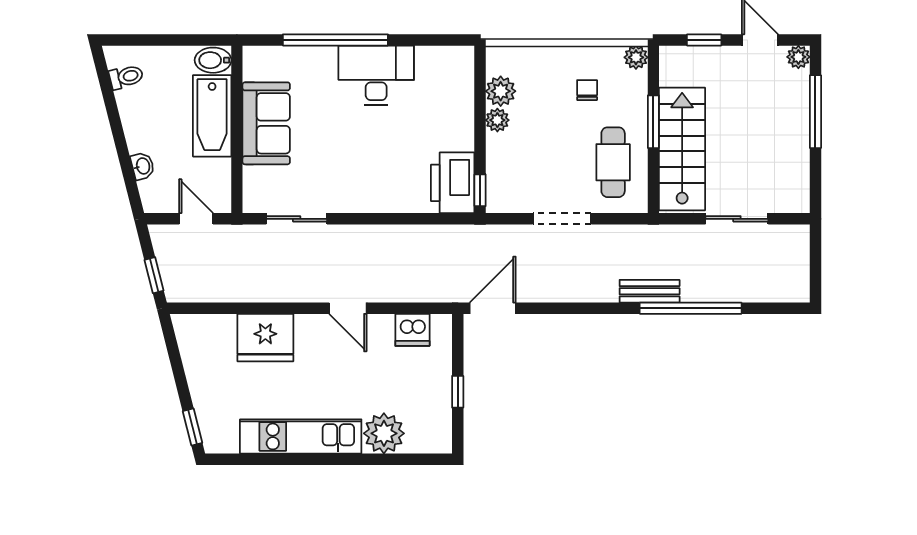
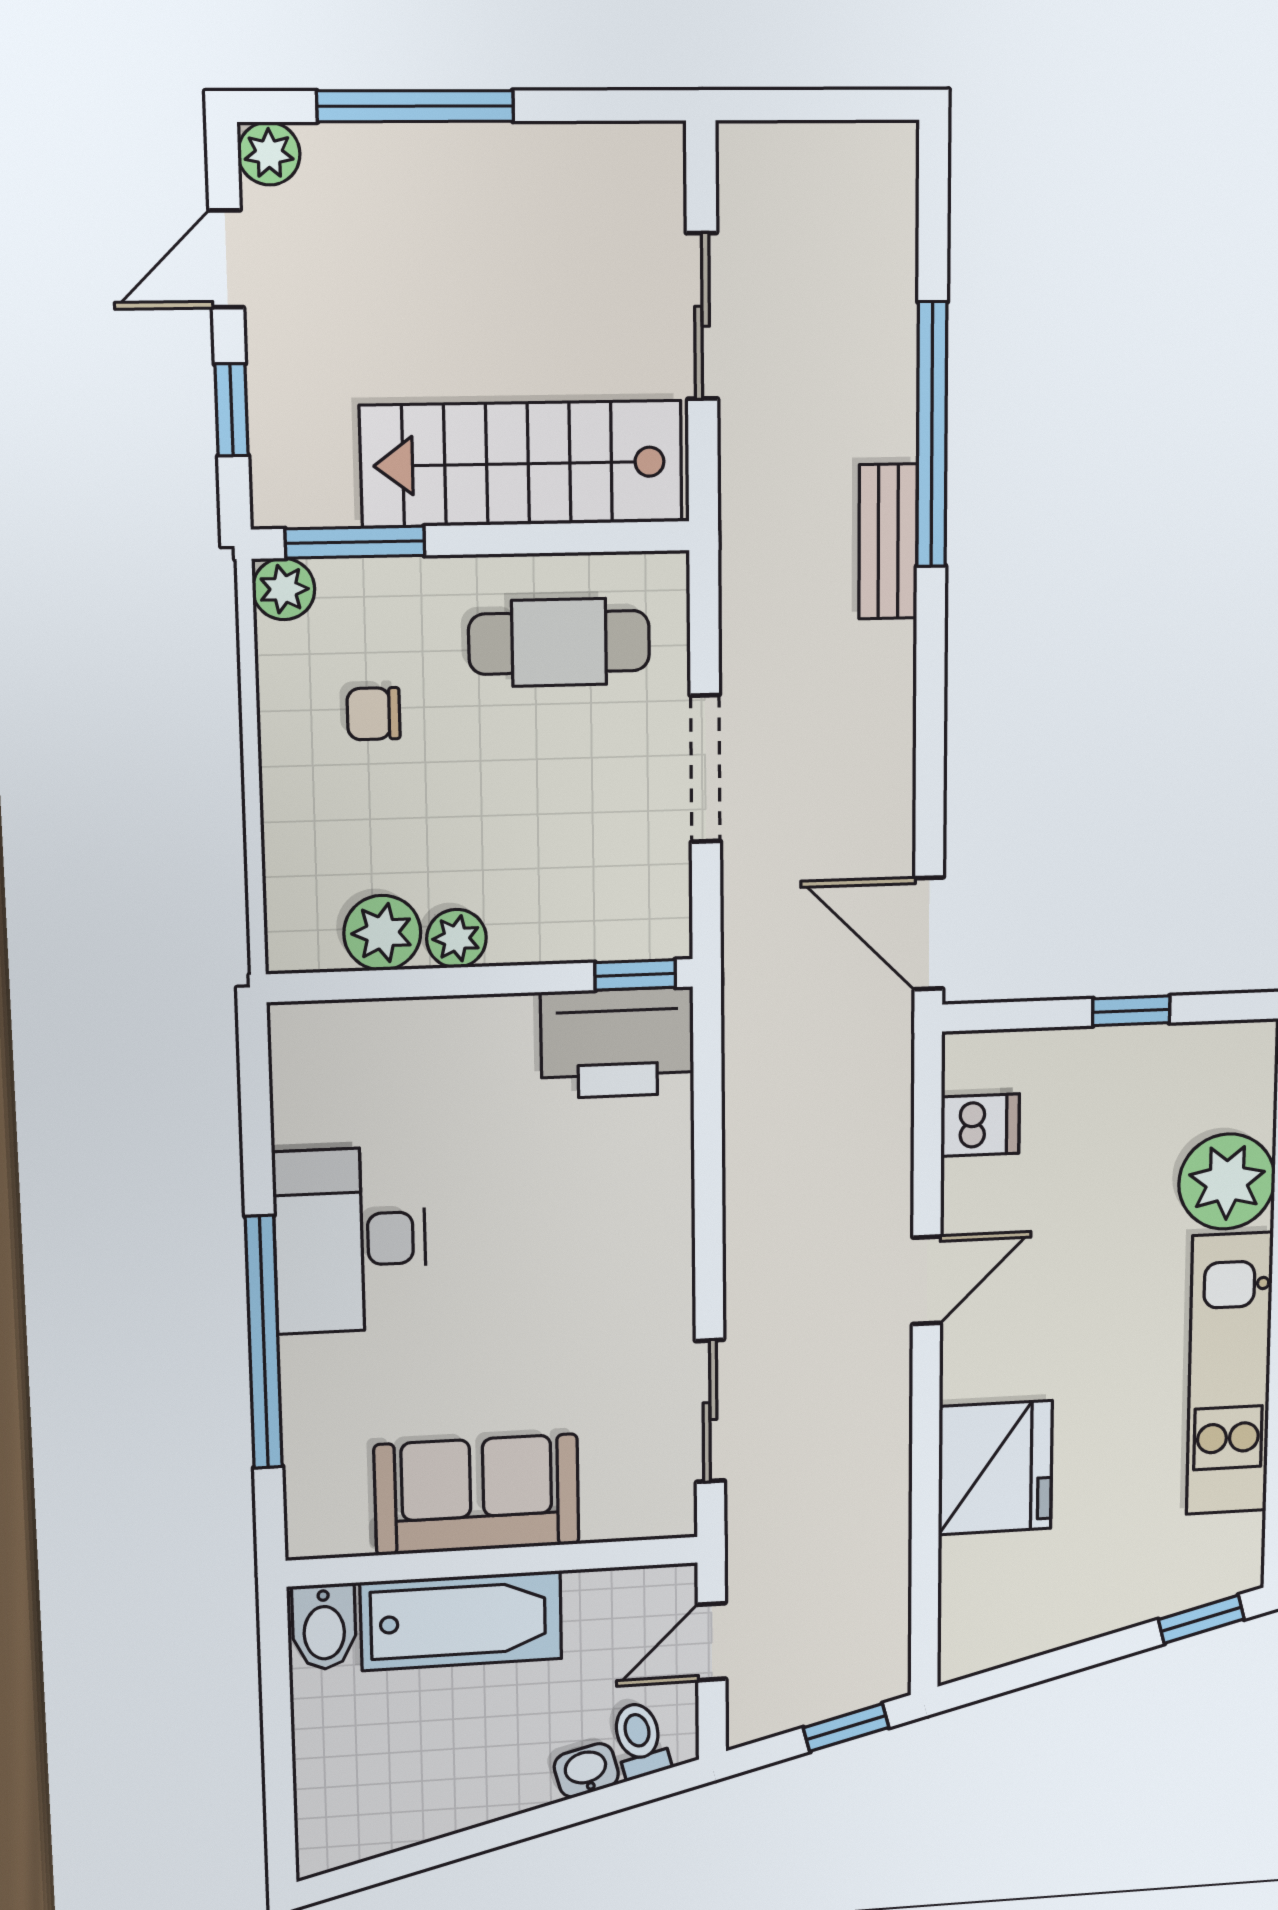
toilet: (126, 77) -> (640, 1740), moved
window: (653, 122) -> (355, 542), moved
dishwasher: (412, 330) -> (980, 1125), width x0.73

